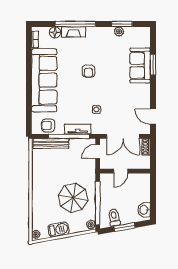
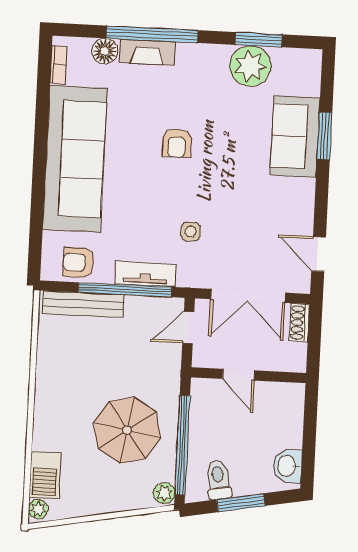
plant: (119, 32) -> (250, 66), width x1.87, depth x1.87
door: (121, 171) -> (239, 375), hinge flipped
barbecue: (59, 229) -> (45, 475), moved, turned 100

